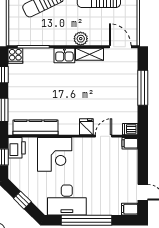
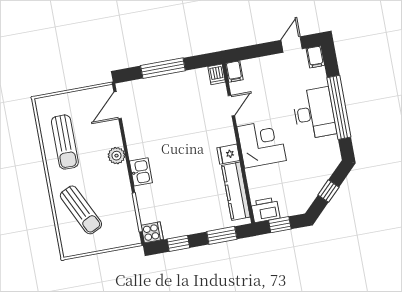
shelving: (89, 54) -> (134, 141), removed
fridge: (86, 127) -> (228, 154), moved
door: (103, 136) -> (231, 106), swing flipped
corner desk: (55, 154) -> (262, 144), moved
desk: (67, 200) -> (314, 113), moved

